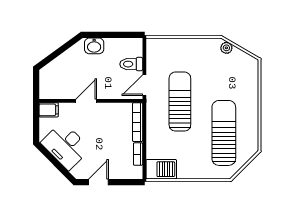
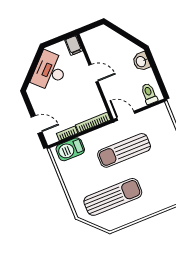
toilet: (131, 64) -> (149, 94), moved
sun lounger: (180, 102) -> (124, 150), turned 180
barbecue: (161, 169) -> (70, 149), moved, turned 90
door: (98, 182) -> (37, 125), moved

